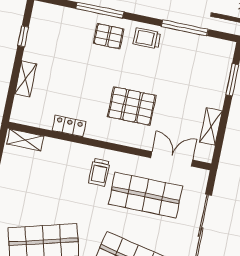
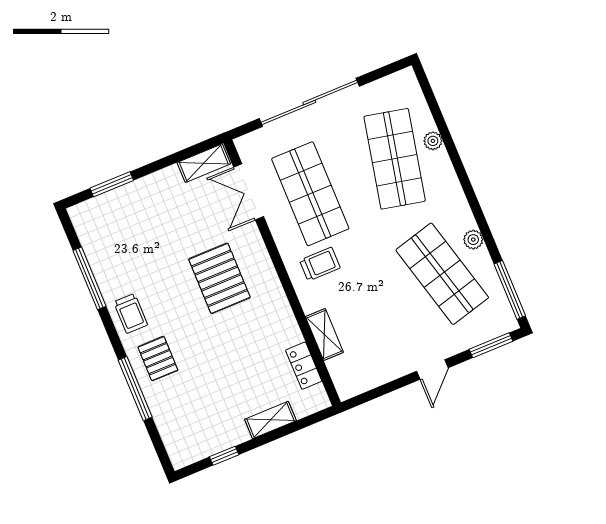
locker: (69, 126) -> (304, 366), moved
shelving: (211, 127) -> (204, 163), moved
shelving: (25, 140) -> (324, 334), moved

